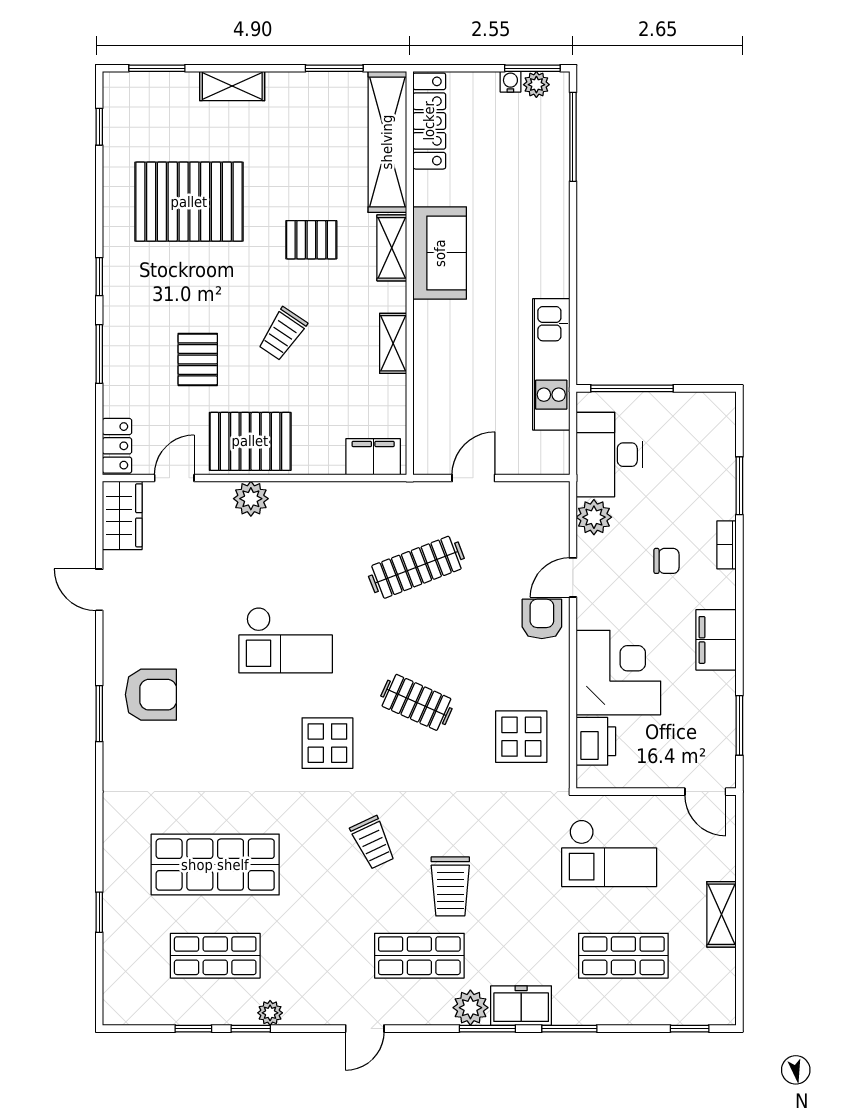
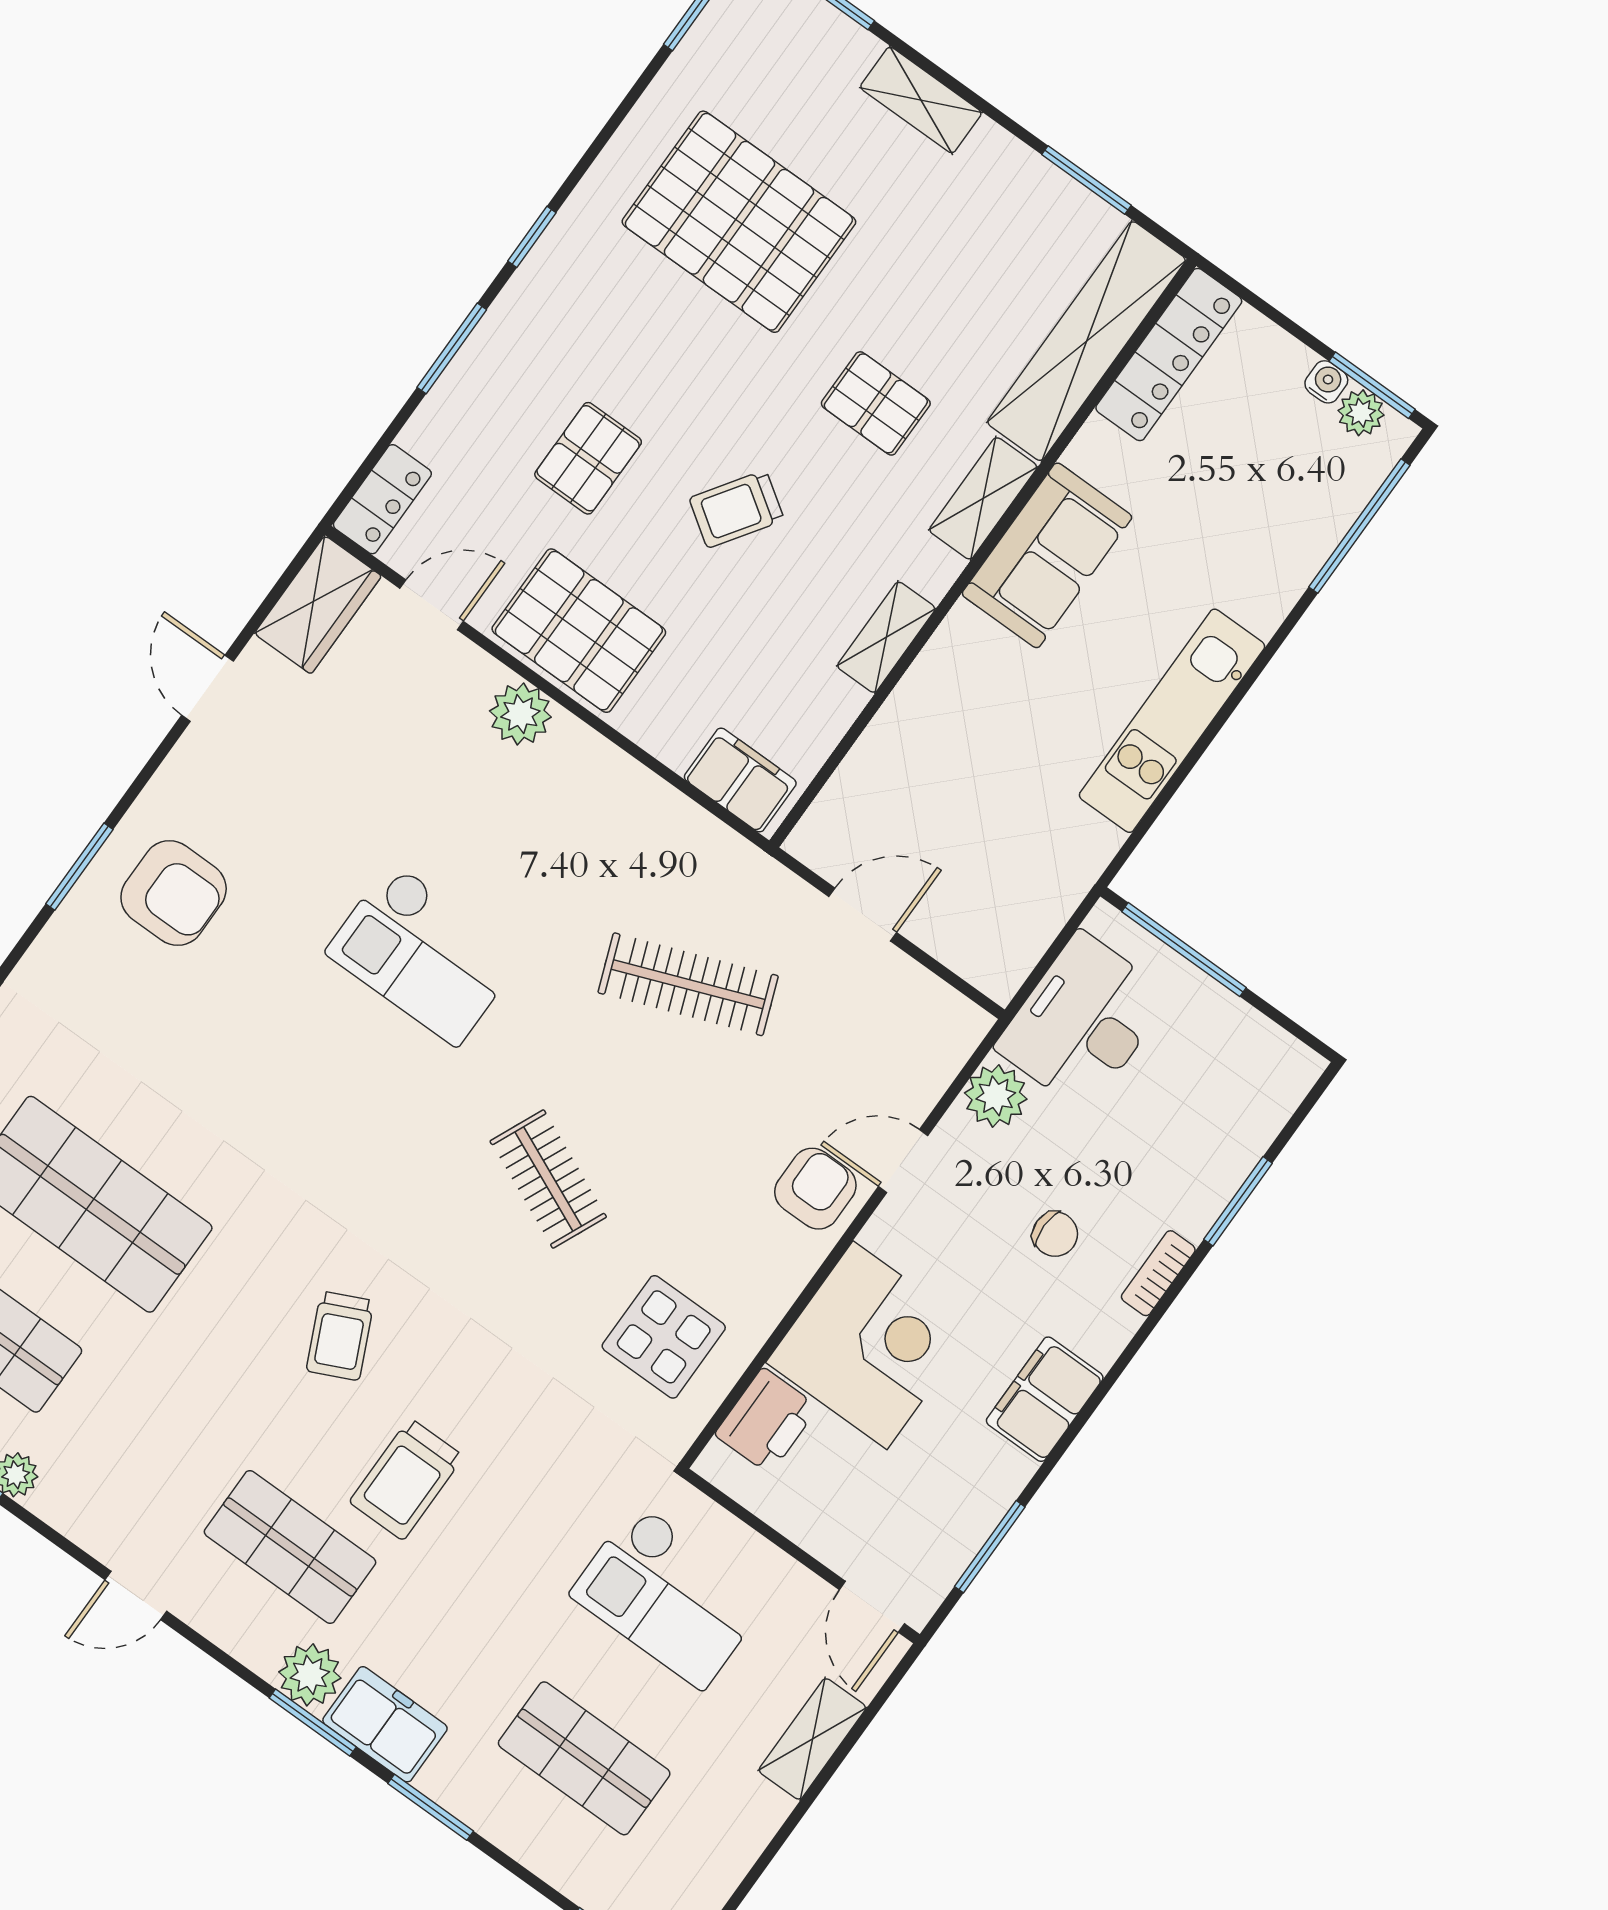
kitchen unit: (551, 364) -> (1172, 721), moved
display table: (327, 743) -> (378, 1145), removed
shelving: (722, 914) -> (812, 1739), moved

